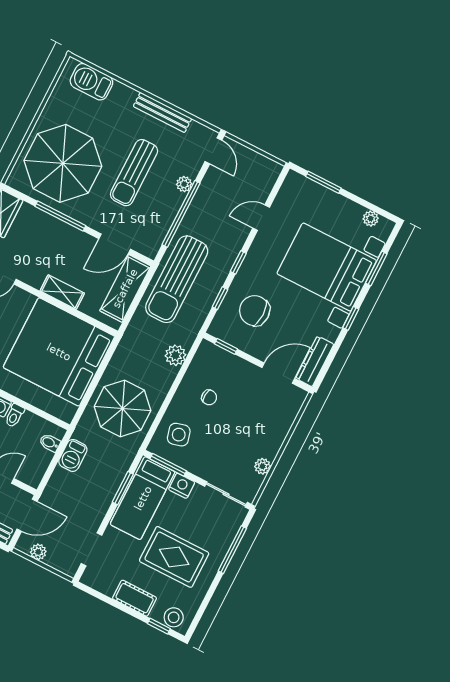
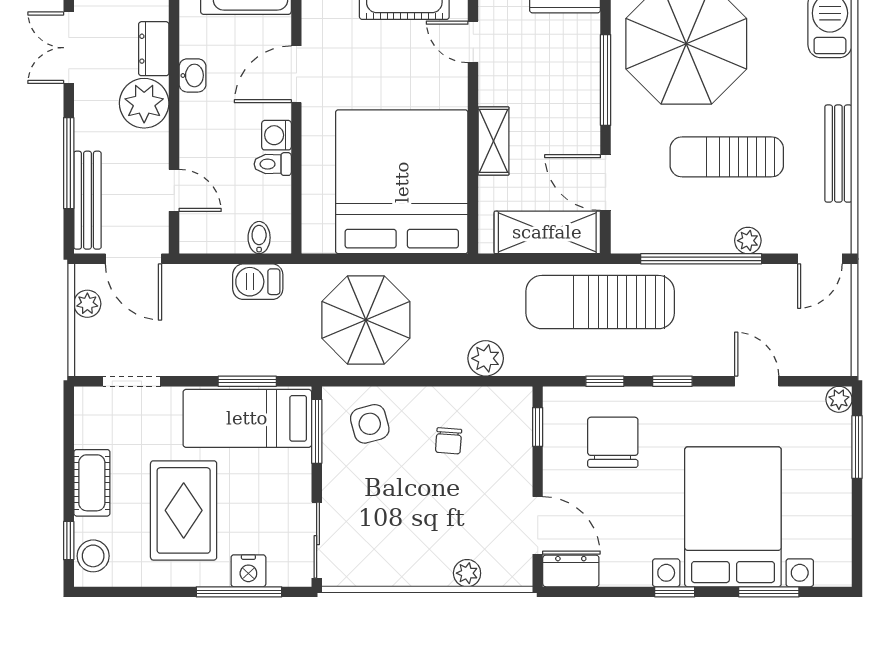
plant: (371, 219) -> (839, 399), moved
dresser: (315, 361) -> (571, 571), width x0.70
plant: (262, 466) -> (467, 573), moved
nightstand: (182, 486) -> (248, 571), moved, turned 90

